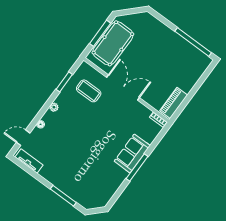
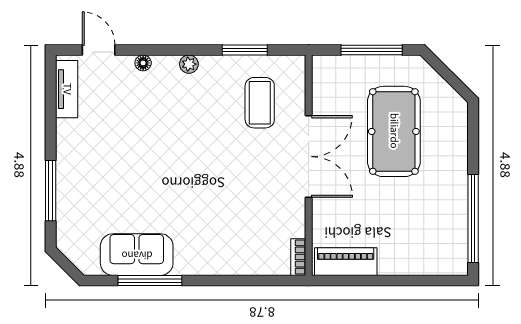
pool table: (113, 43) -> (394, 131), moved, turned 90
sofa: (132, 153) -> (137, 255), moved
window: (137, 168) -> (150, 280), moved

